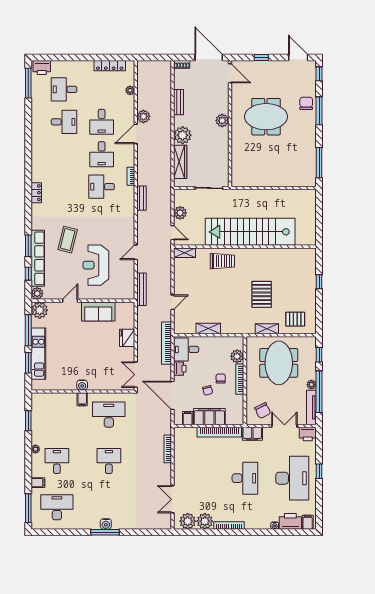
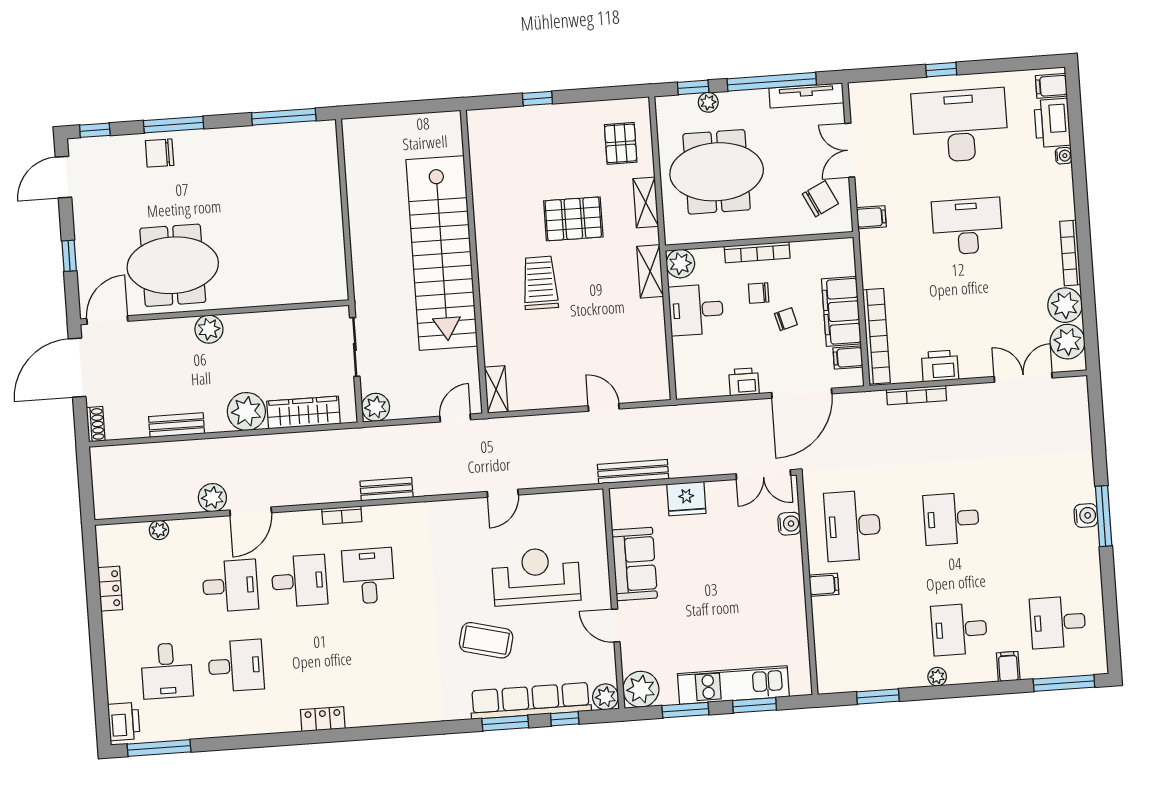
locker: (110, 66) -> (110, 589), width x0.66
meeting table: (266, 117) -> (173, 265), moved, turned 90
desk: (64, 122) -> (236, 666), turned 90
door: (136, 134) -> (251, 511), hinge flipped
desk: (102, 187) -> (368, 576), turned 180
locker: (36, 193) -> (323, 719), moved
plant: (180, 213) -> (376, 407), moved
door: (136, 252) -> (503, 493), hinge flipped
trolley: (222, 261) -> (540, 283), moved
reception desk: (96, 265) -> (536, 576), turned 180
bench: (141, 289) -> (633, 472), moved
shelving: (208, 329) -> (650, 271), moved
window: (28, 330) -> (685, 710), width x0.69
bookcase: (167, 343) -> (691, 414), removed
desk: (186, 349) -> (696, 310), moved, turned 90
plant: (237, 356) -> (680, 264), moved
water cooler: (82, 385) -> (789, 524), moved
plant: (311, 385) -> (708, 102), moved
bookcase: (219, 432) -> (876, 336), moved
filing cabinet: (252, 434) -> (871, 217), width x0.50
printer: (308, 434) -> (940, 366), moved, turned -90
double door: (172, 499) -> (1023, 377), swing flipped
desk: (57, 507) -> (1058, 622), width x0.73

